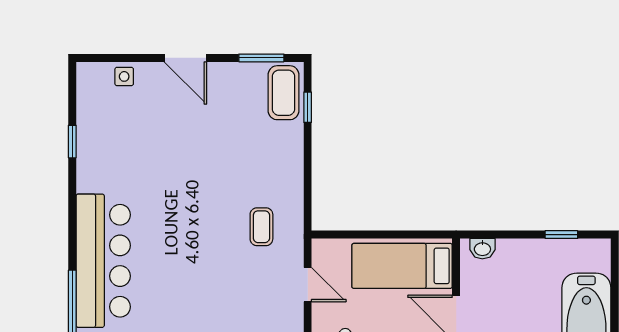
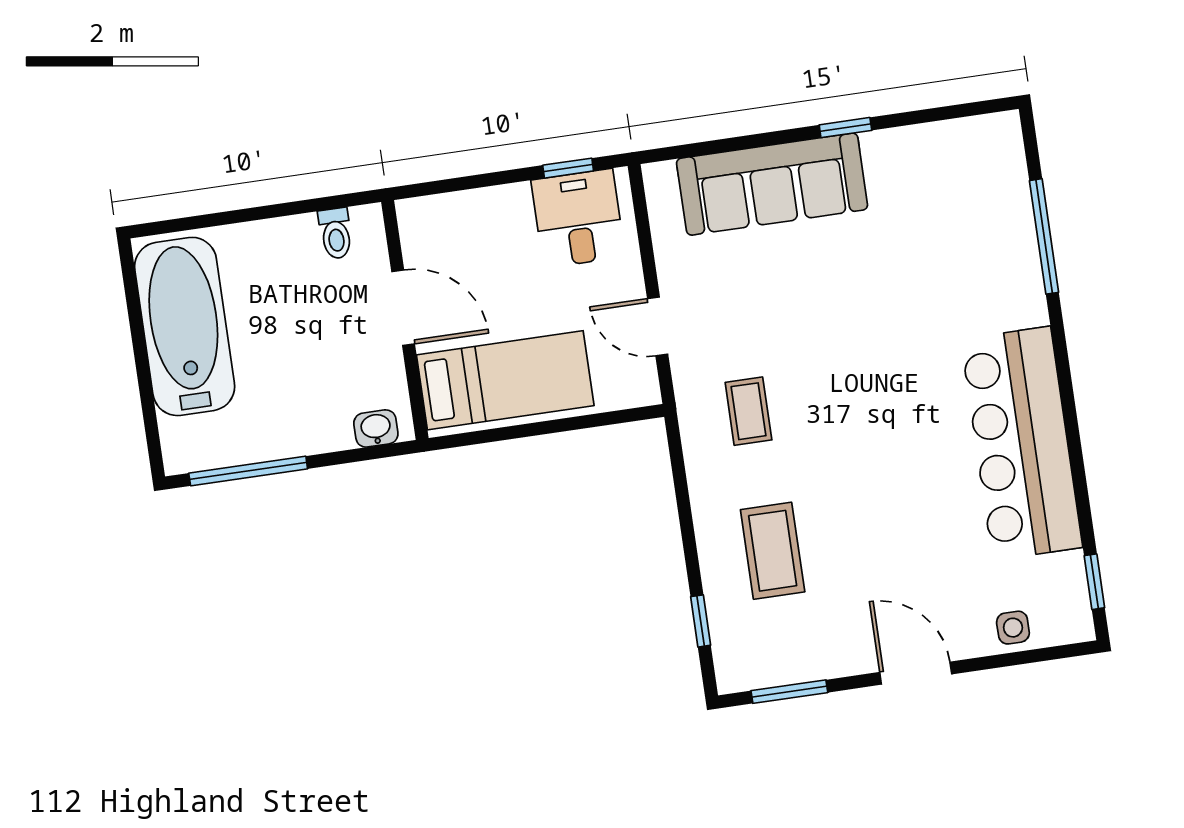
coffee table: (284, 93) -> (773, 551), moved
window: (72, 142) -> (1094, 582), moved
window: (561, 235) -> (248, 471), width x2.17
bar counter: (103, 261) -> (1022, 443), moved

